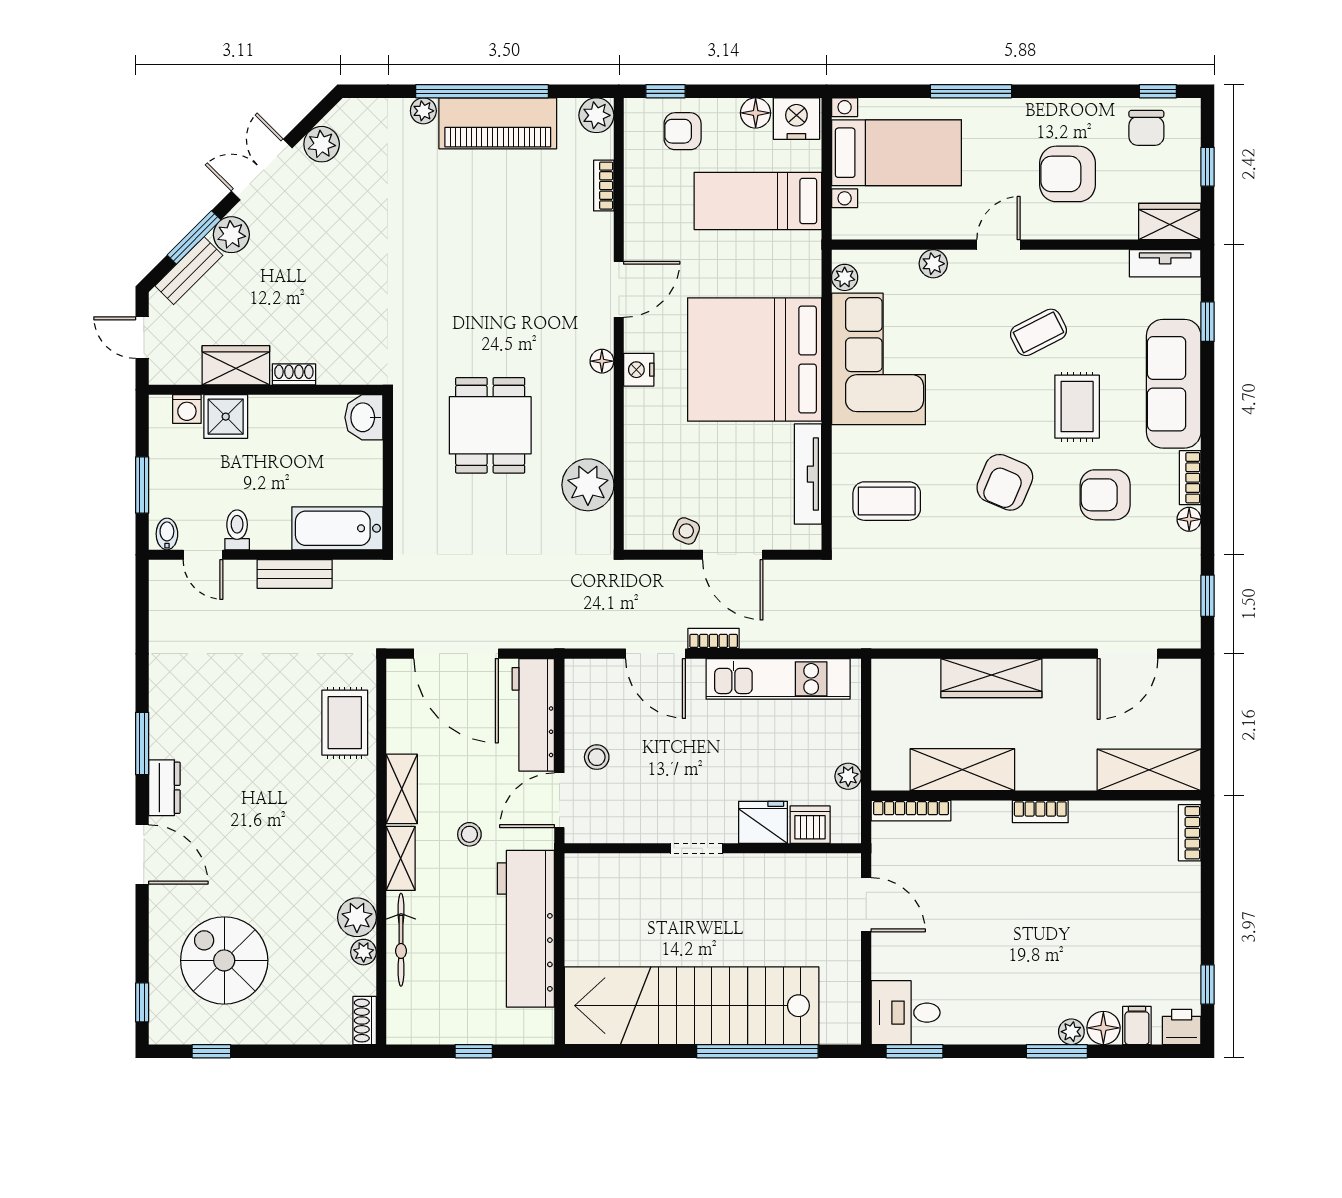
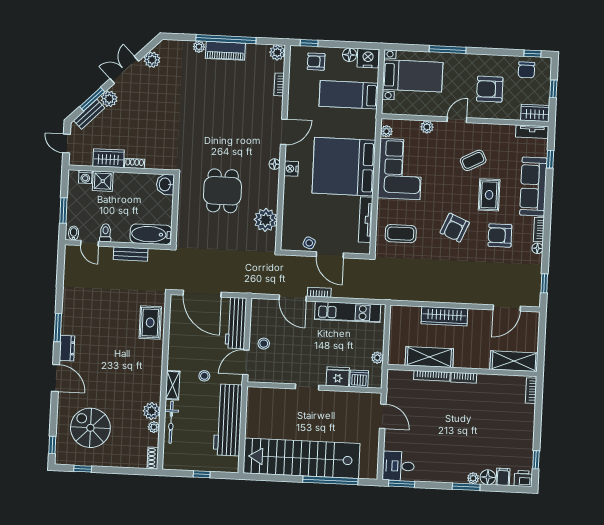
piano: (498, 123) -> (225, 51), width x0.73, depth x0.75
shelving: (402, 789) -> (175, 354), removed
bookcase: (911, 811) -> (432, 376), moved

